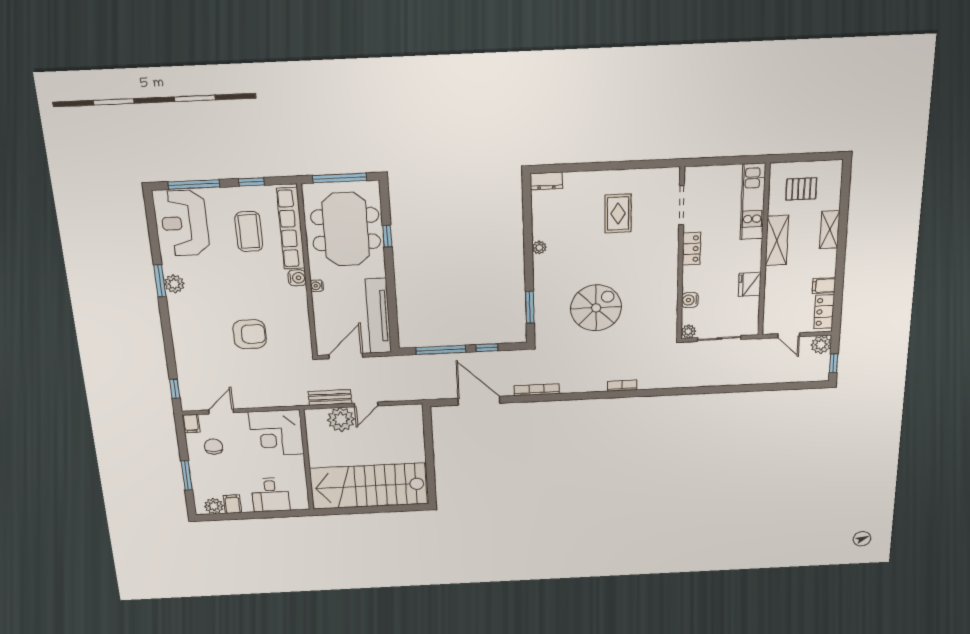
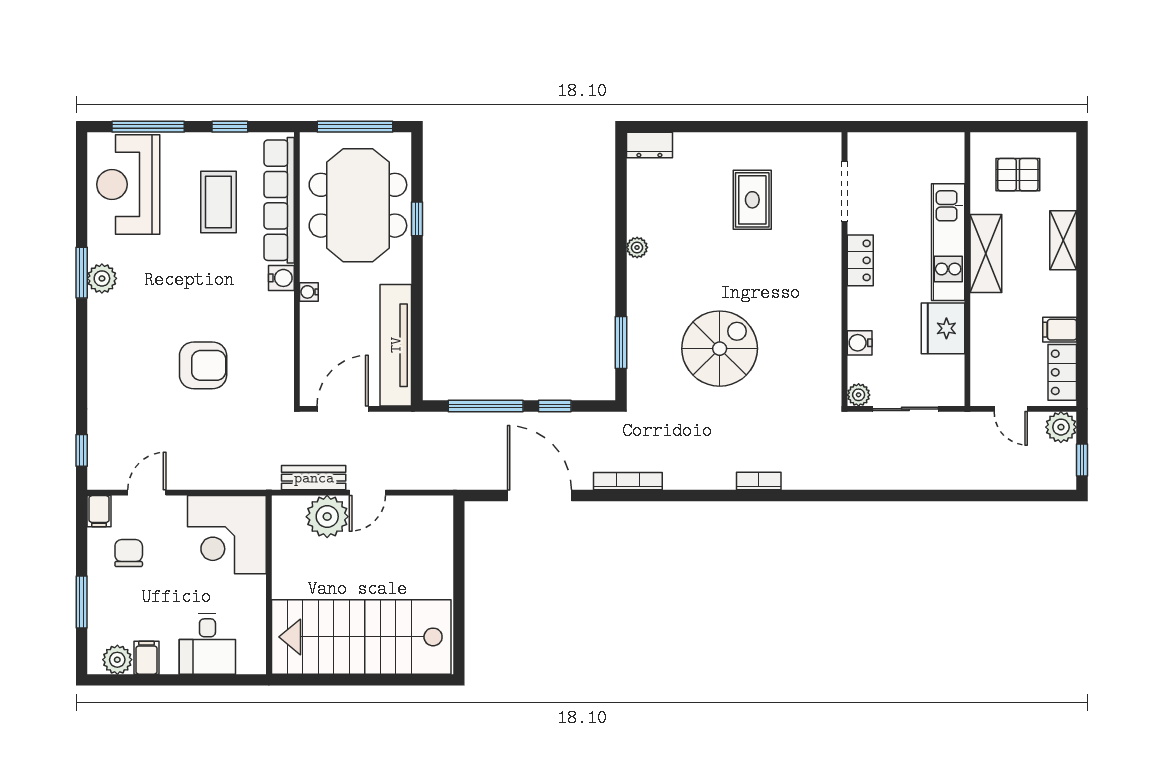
kitchen unit: (753, 202) -> (948, 242), moved
fridge: (750, 284) -> (943, 328), width x1.36, depth x1.34

